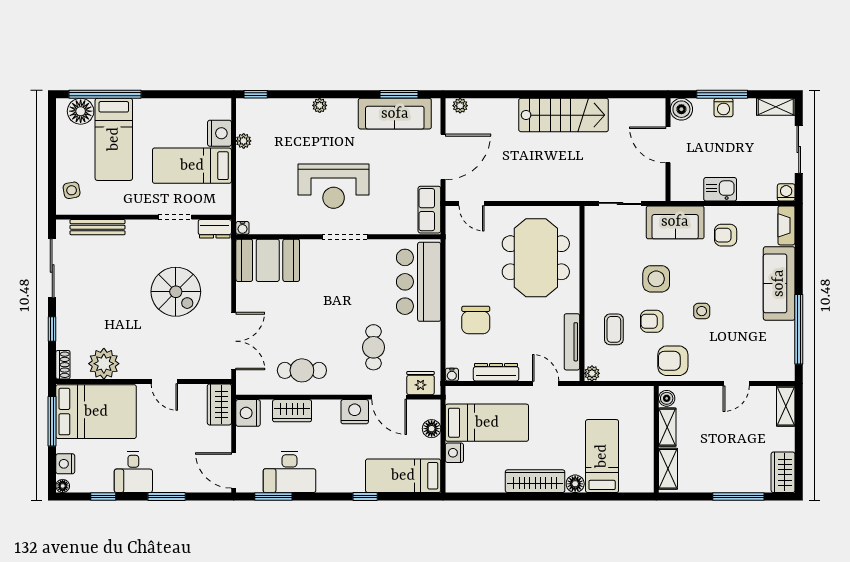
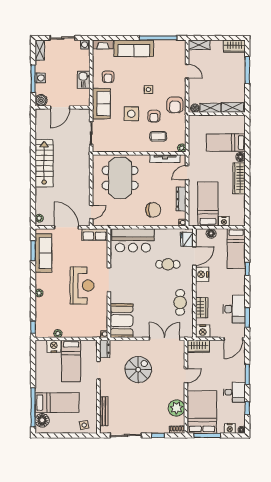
meeting table: (536, 258) -> (120, 178), turned 90

